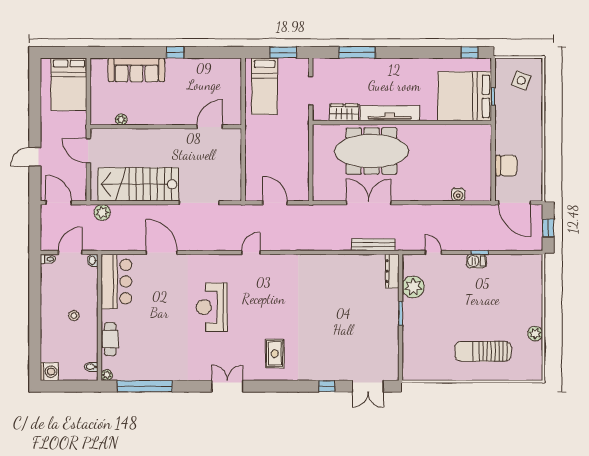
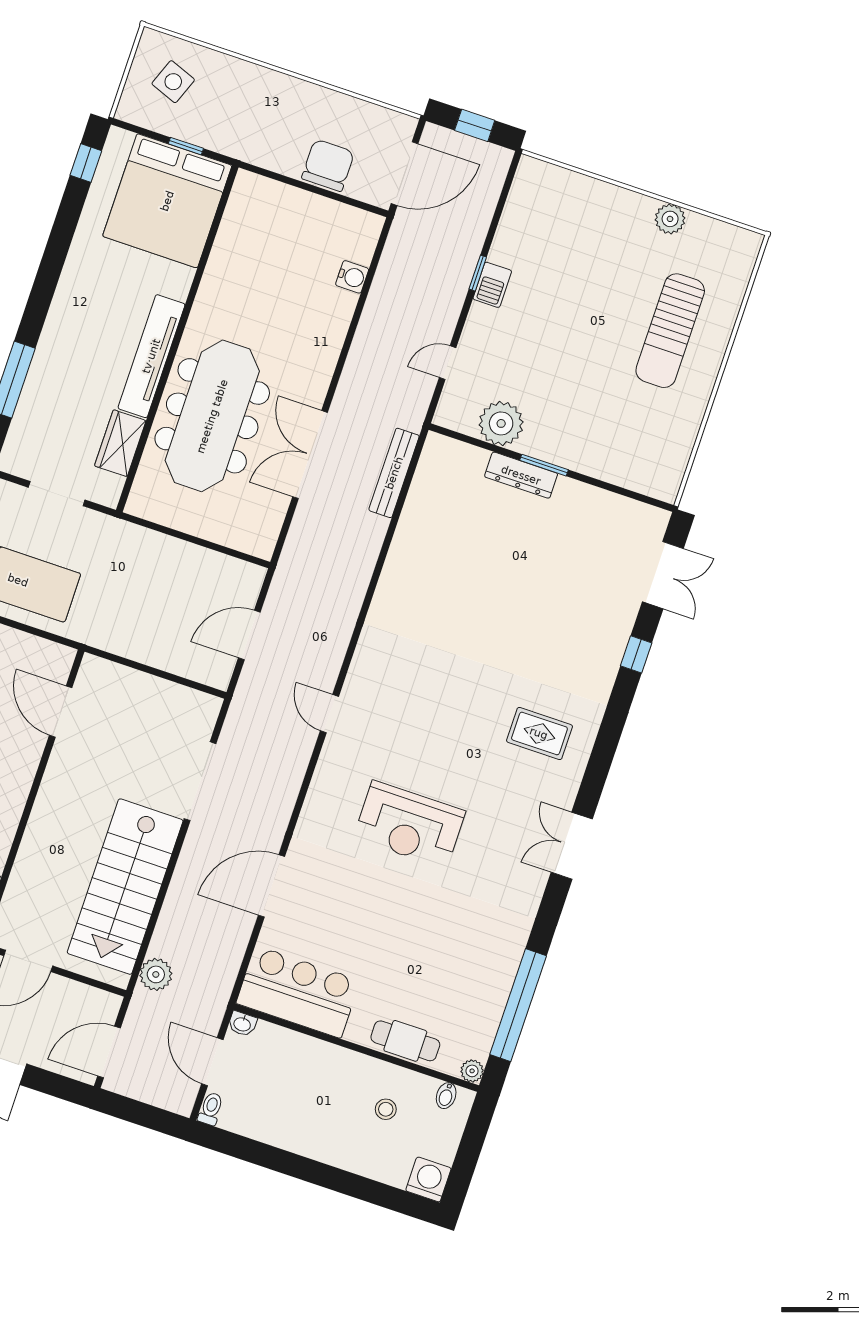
dresser: (392, 271) -> (521, 475), moved
stool: (74, 316) -> (386, 1109), moved

